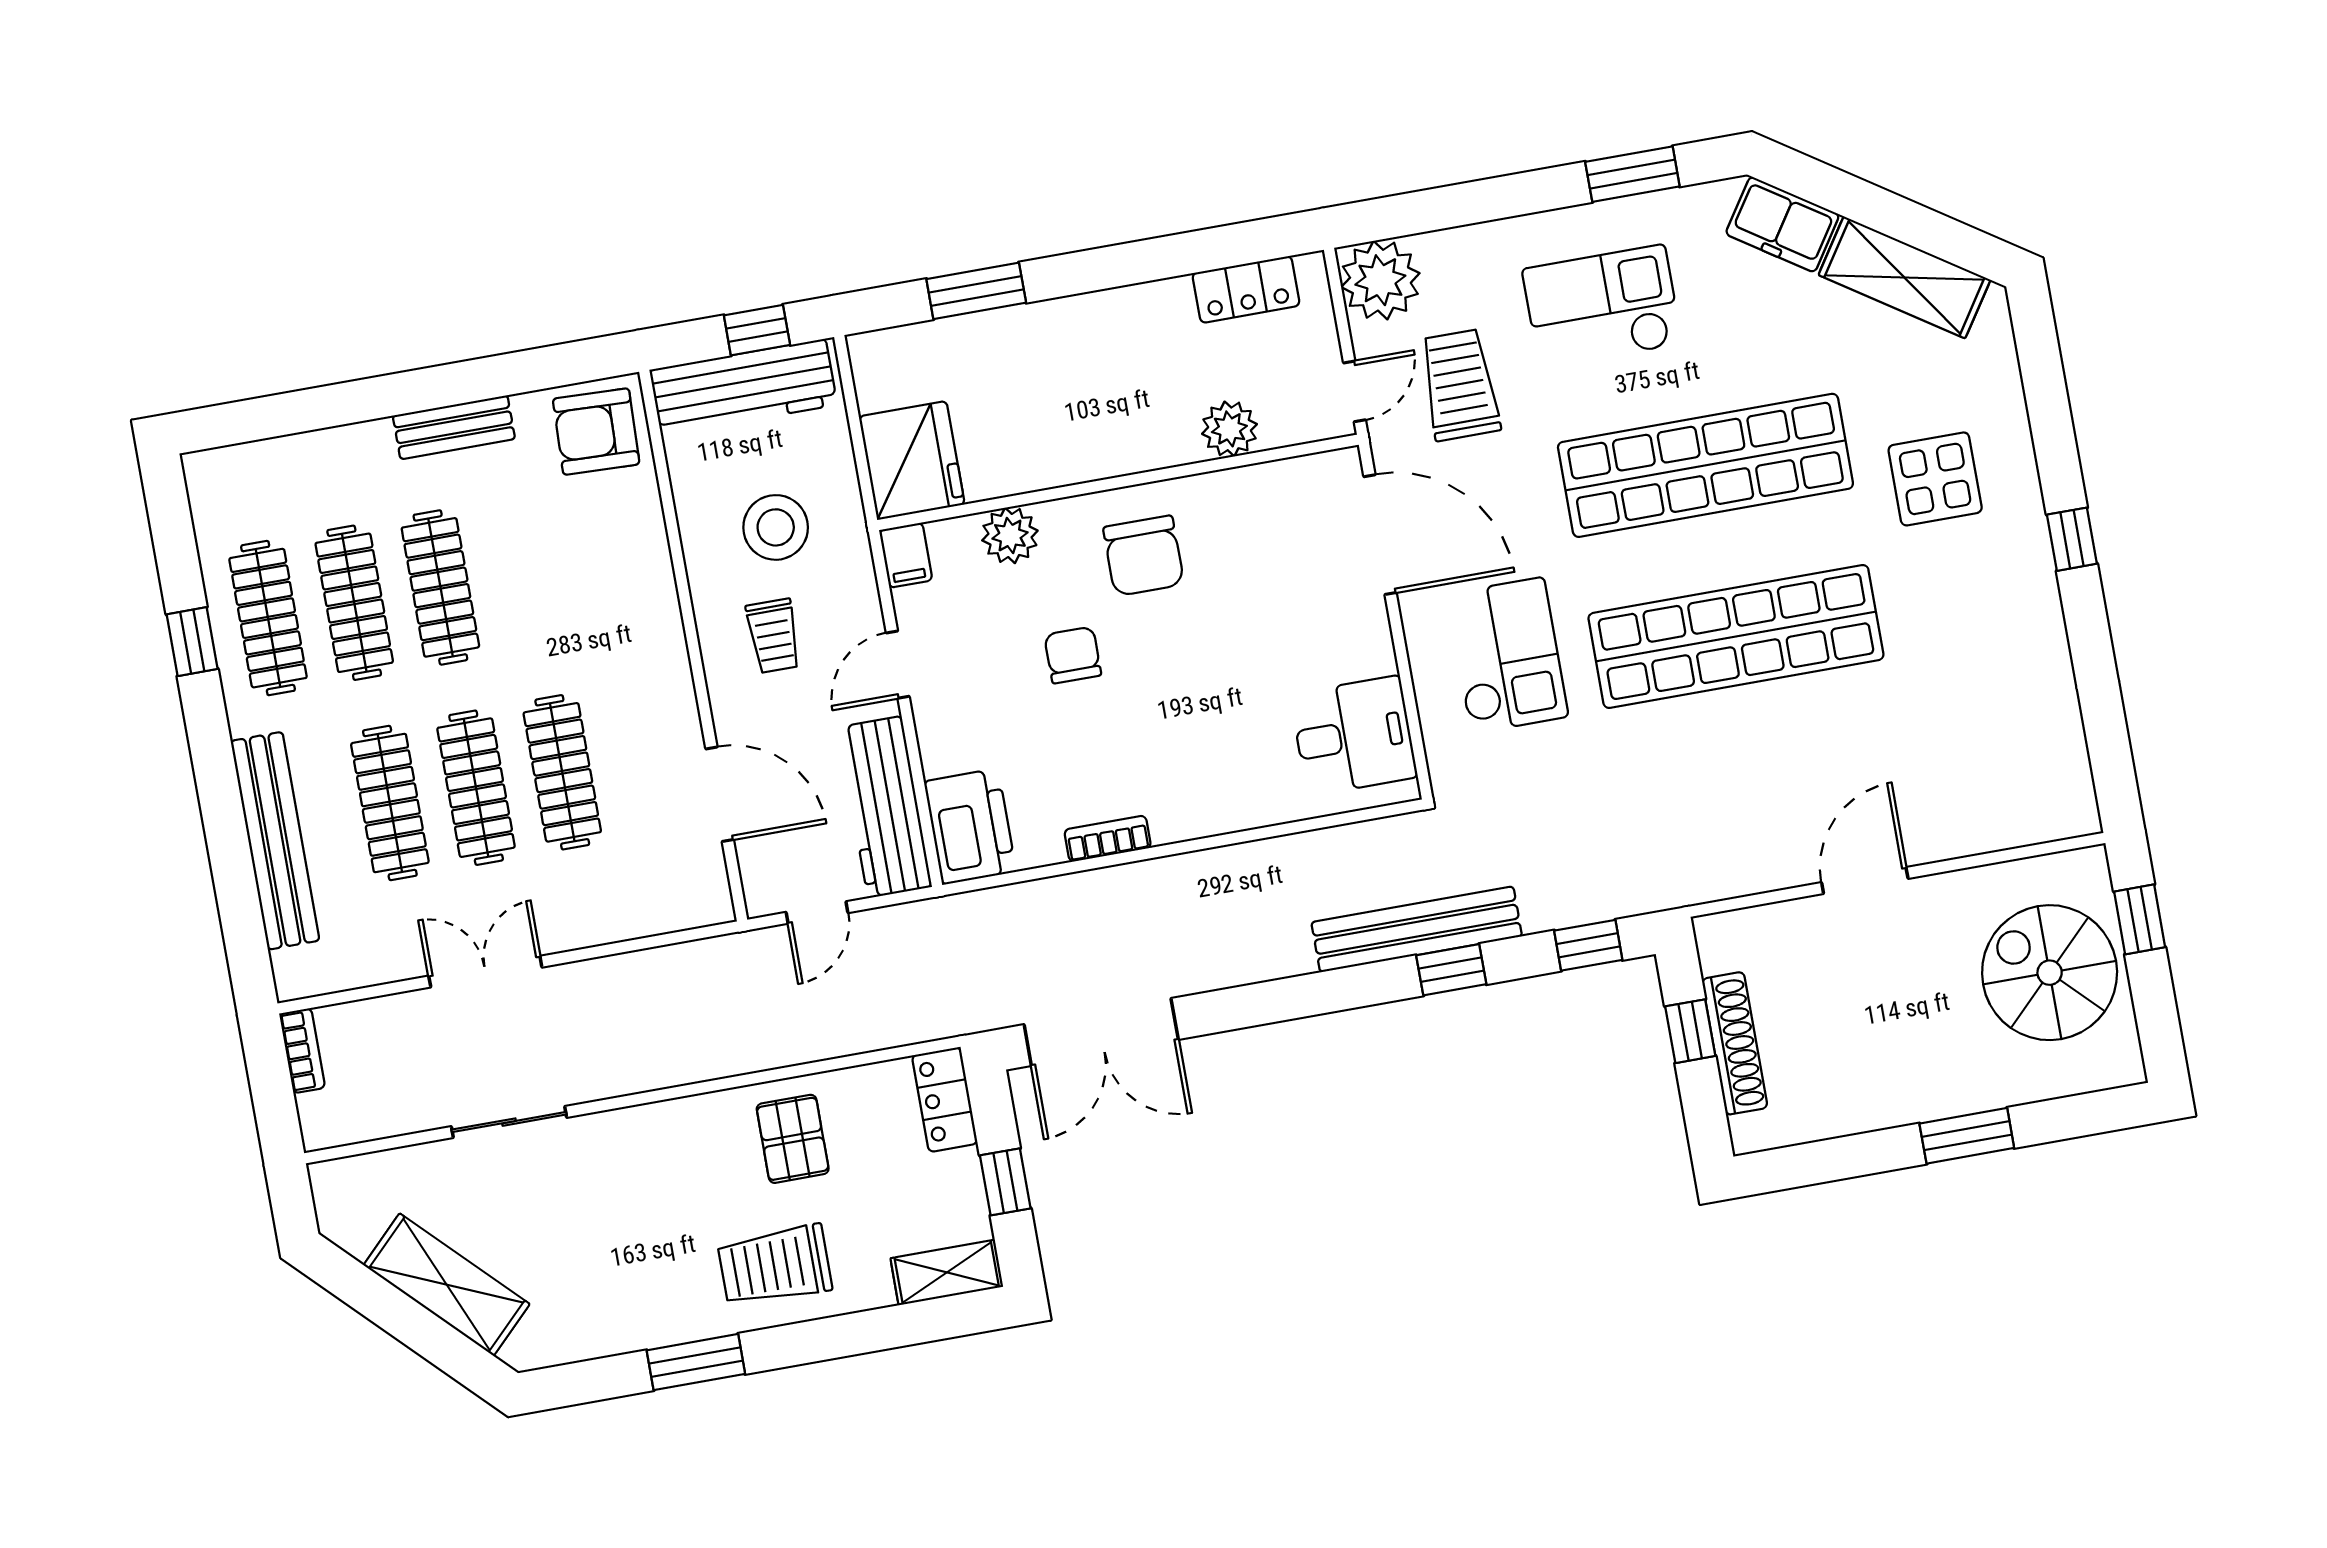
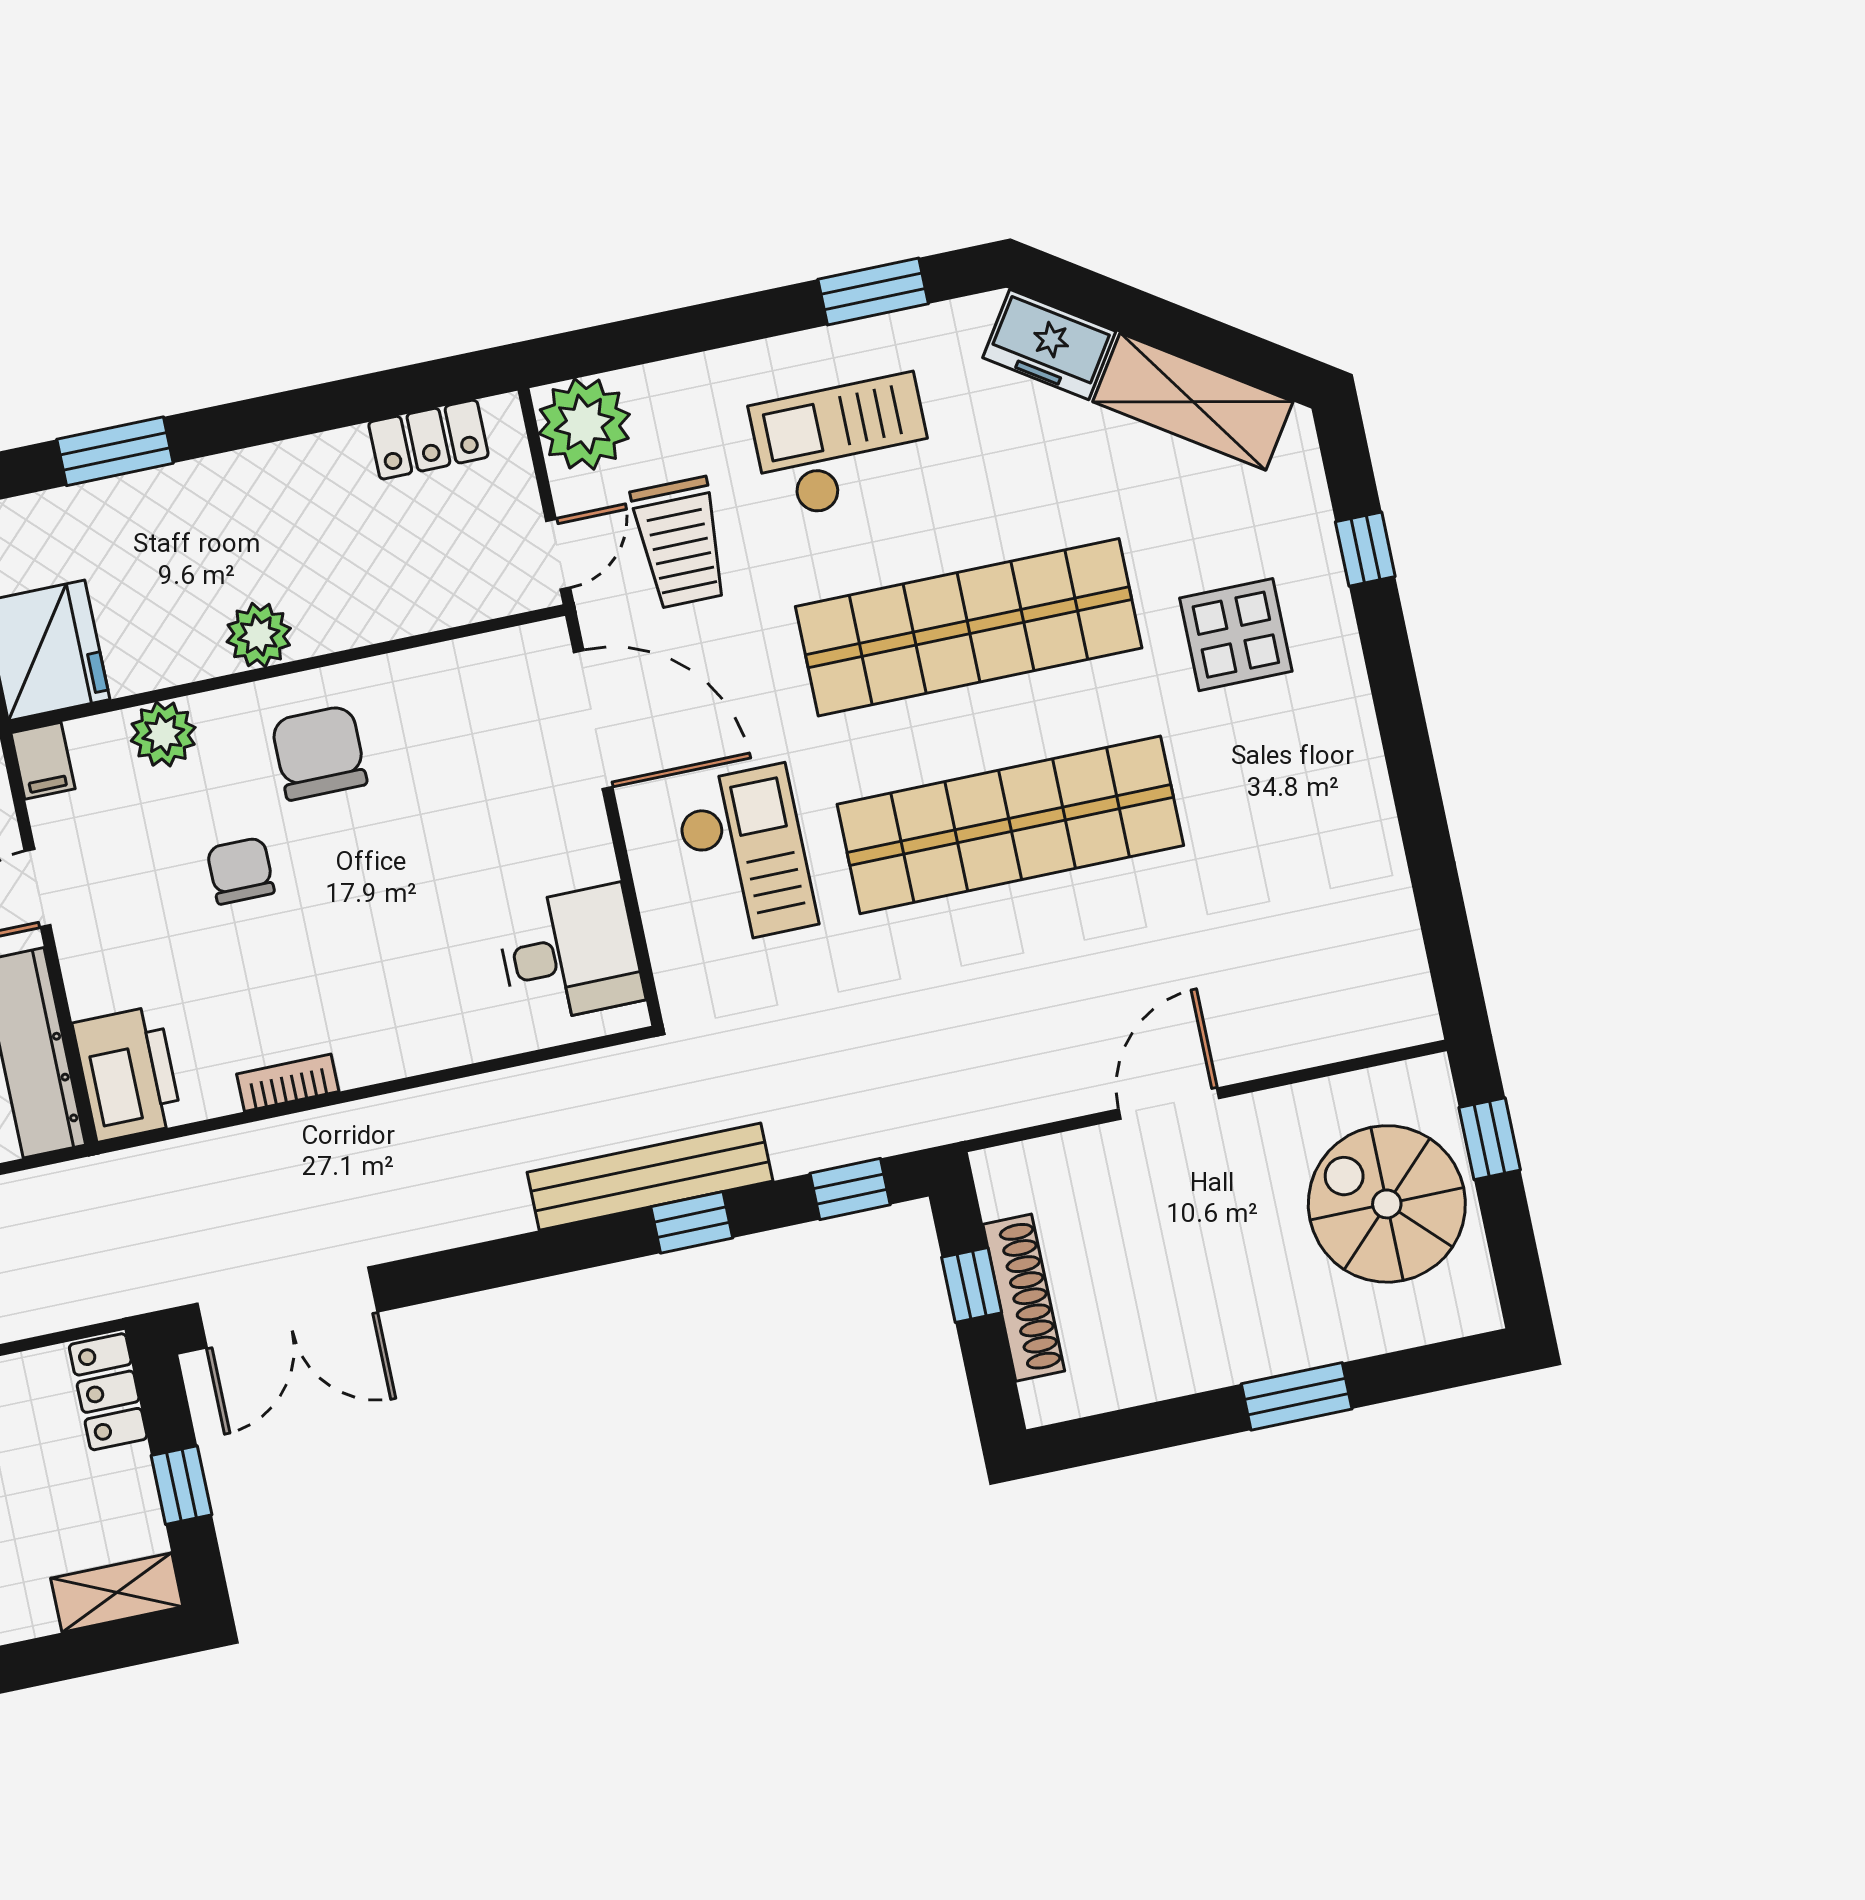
trolley: (1460, 385) -> (680, 543), turned 180
plant: (1229, 429) -> (259, 635), moved
window: (2072, 539) -> (1365, 549), moved
chair: (1144, 556) -> (319, 753), turned 180

